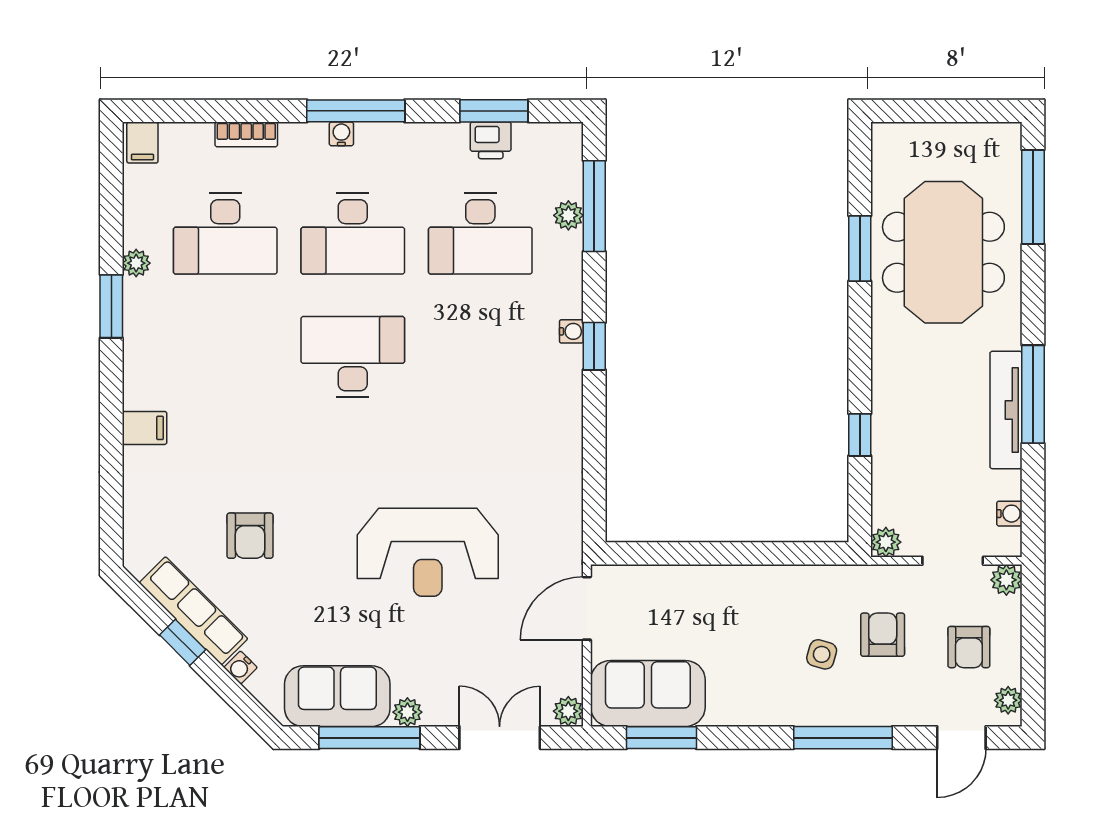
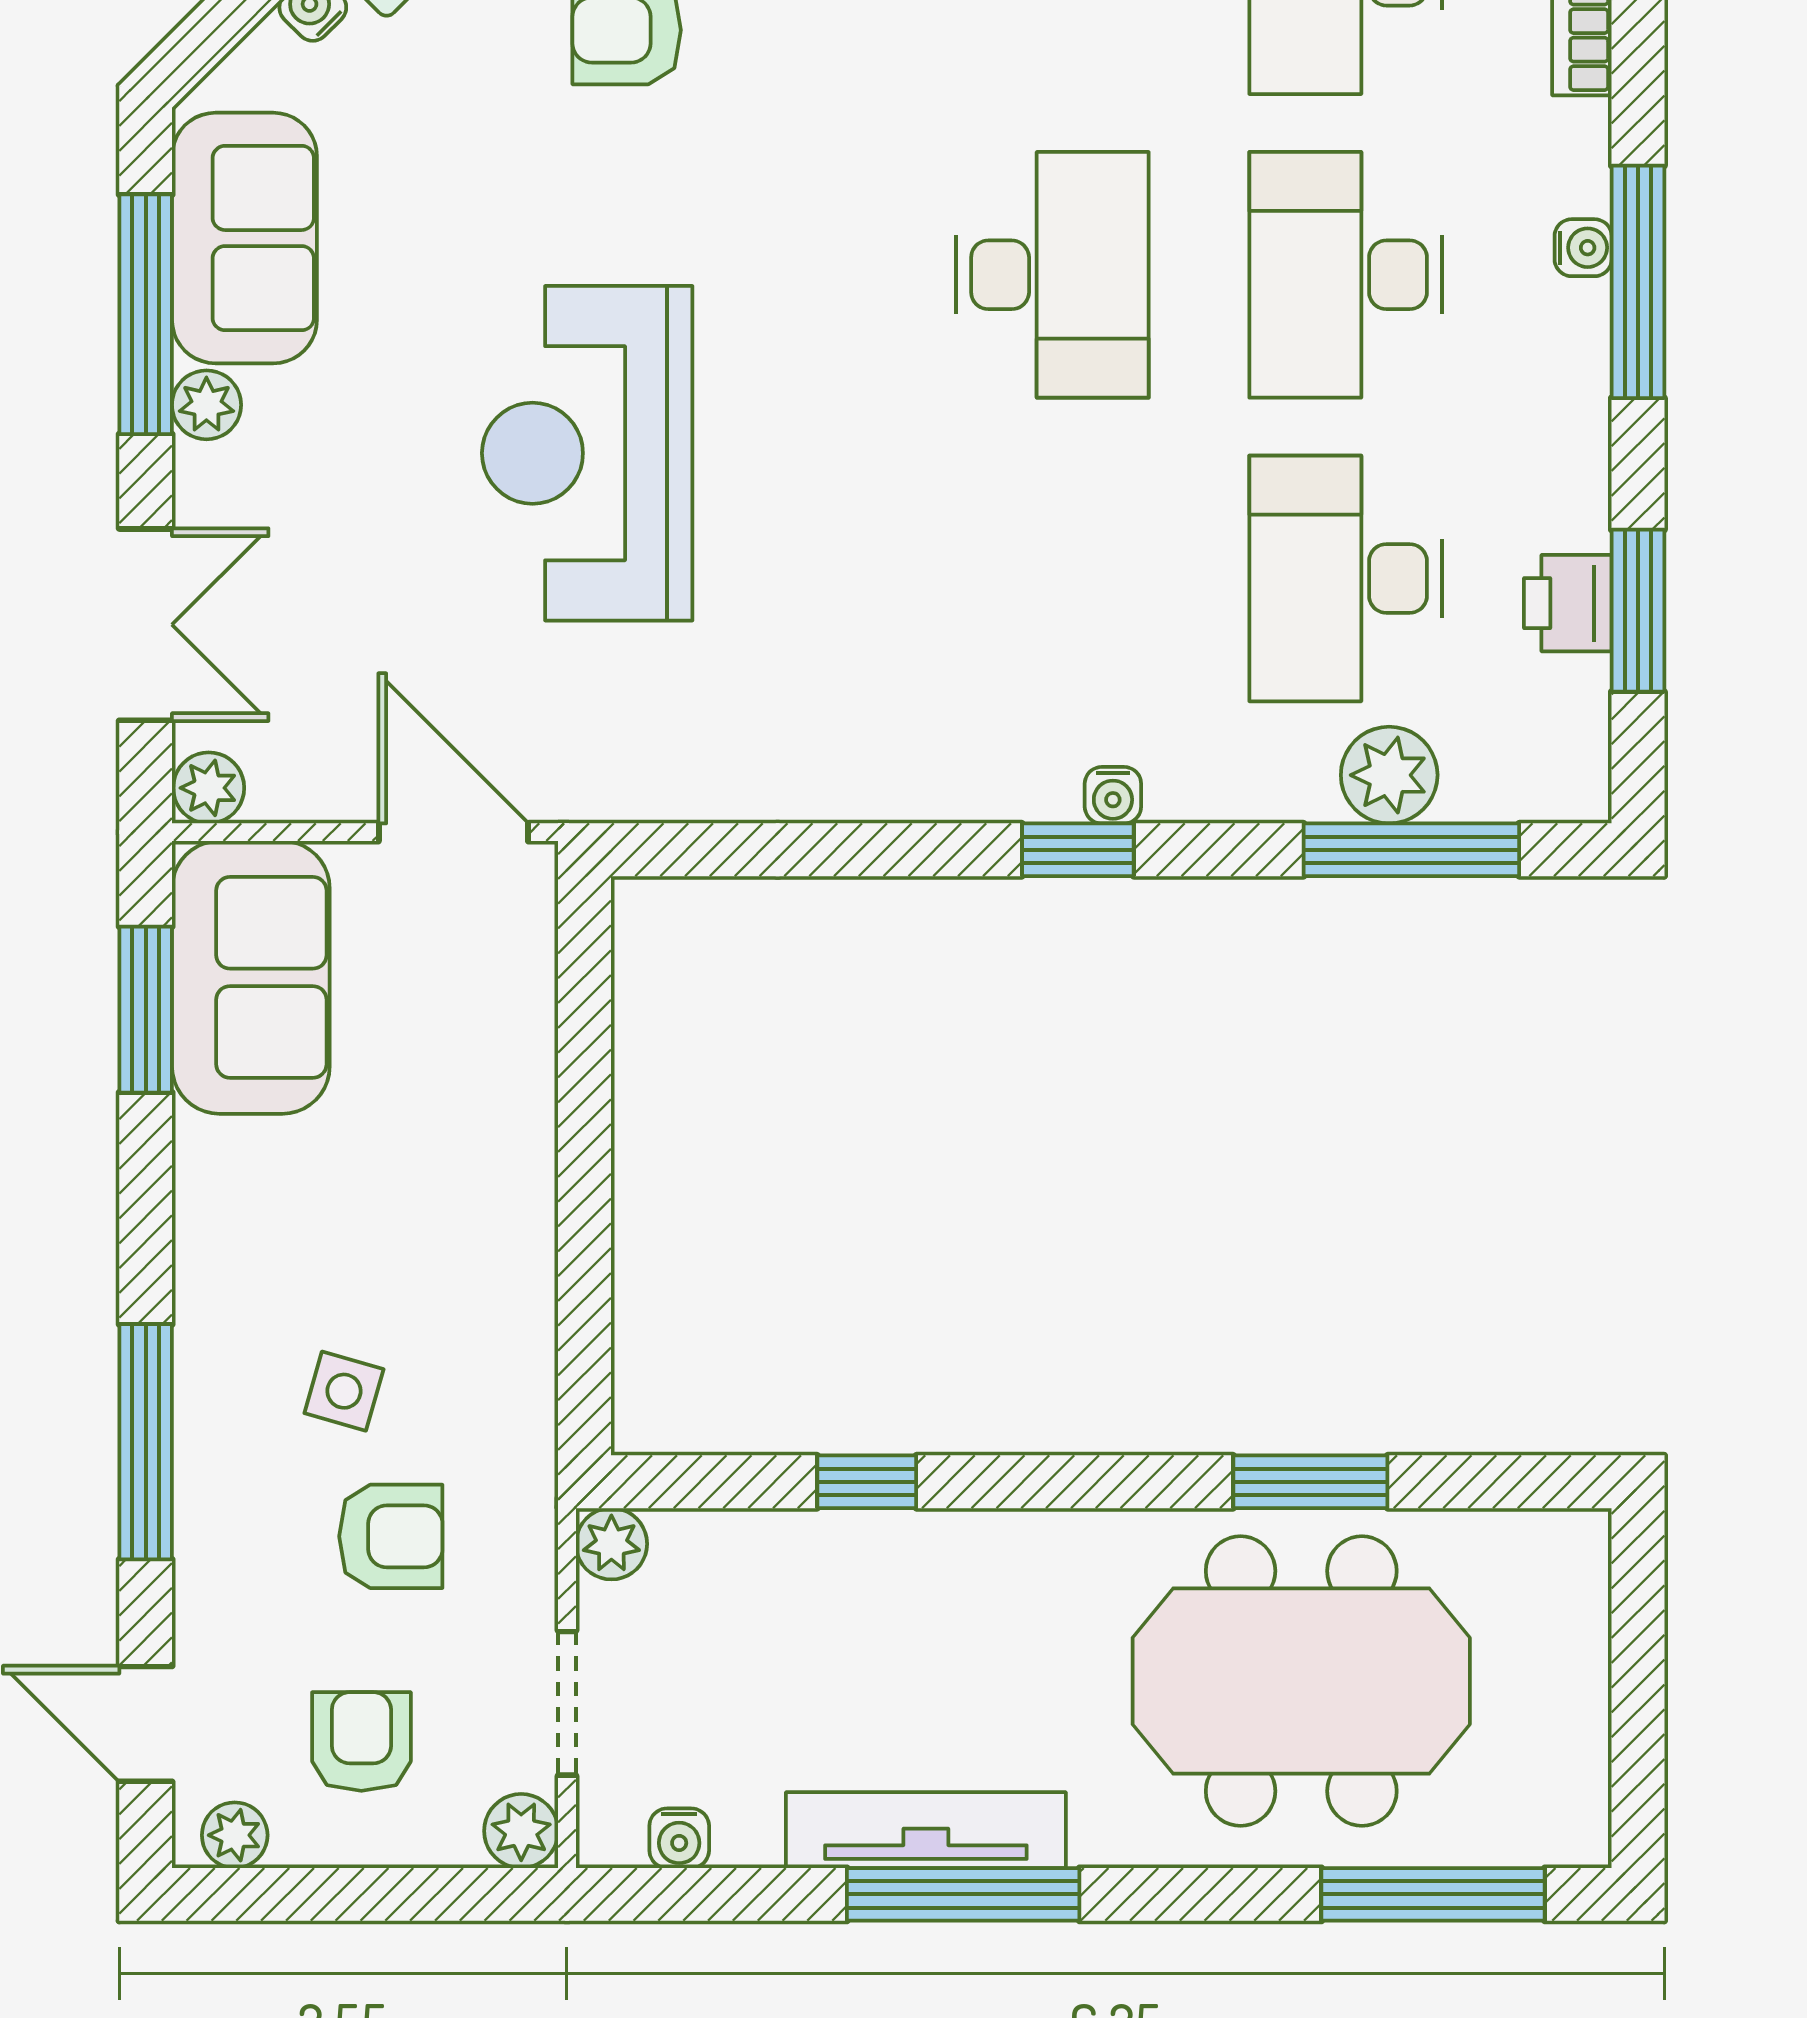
plant: (568, 215) -> (1389, 775), width x1.38, depth x1.38
armchair: (969, 647) -> (361, 1742), turned 90

